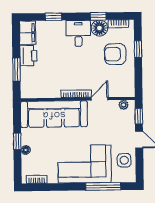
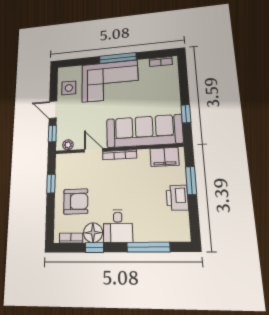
window: (53, 17) -> (148, 247), width x2.17
filing cabinet: (28, 33) -> (164, 157), moved, turned -90
window: (138, 49) -> (51, 184), moved
door: (100, 99) -> (94, 150), swing flipped
window: (17, 141) -> (186, 114), moved
floor lamp: (26, 150) -> (175, 91), removed
window: (103, 186) -> (118, 58), moved

